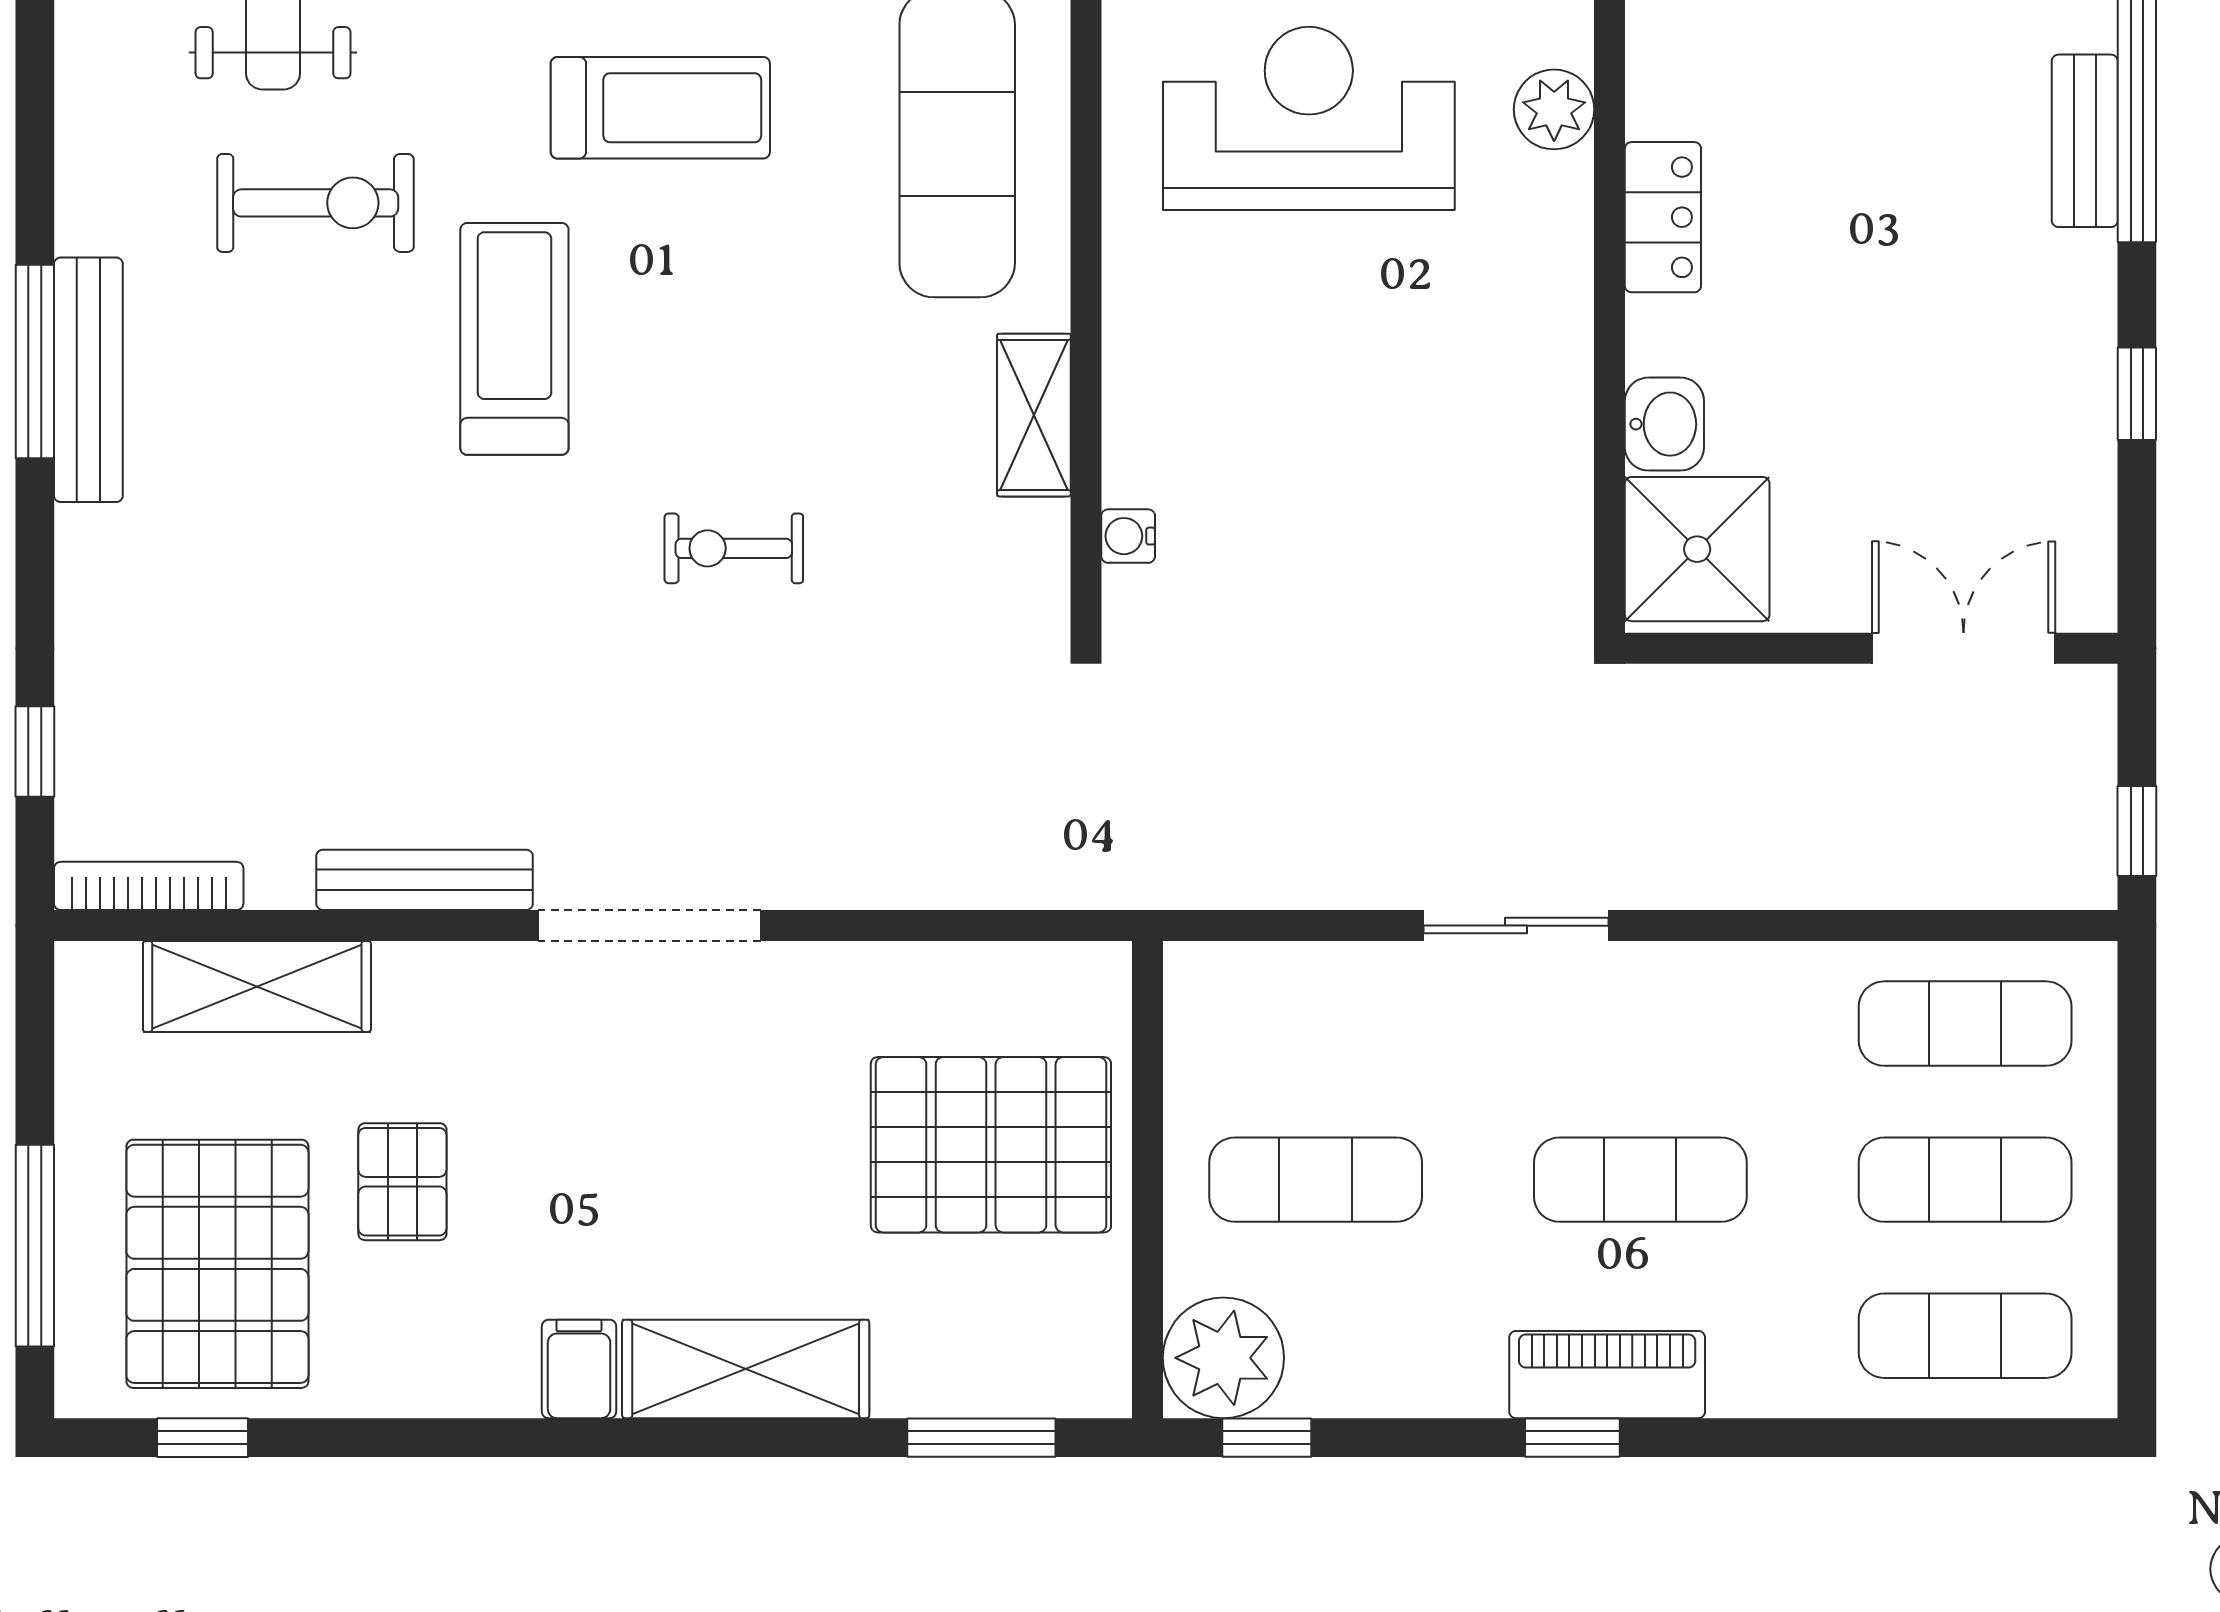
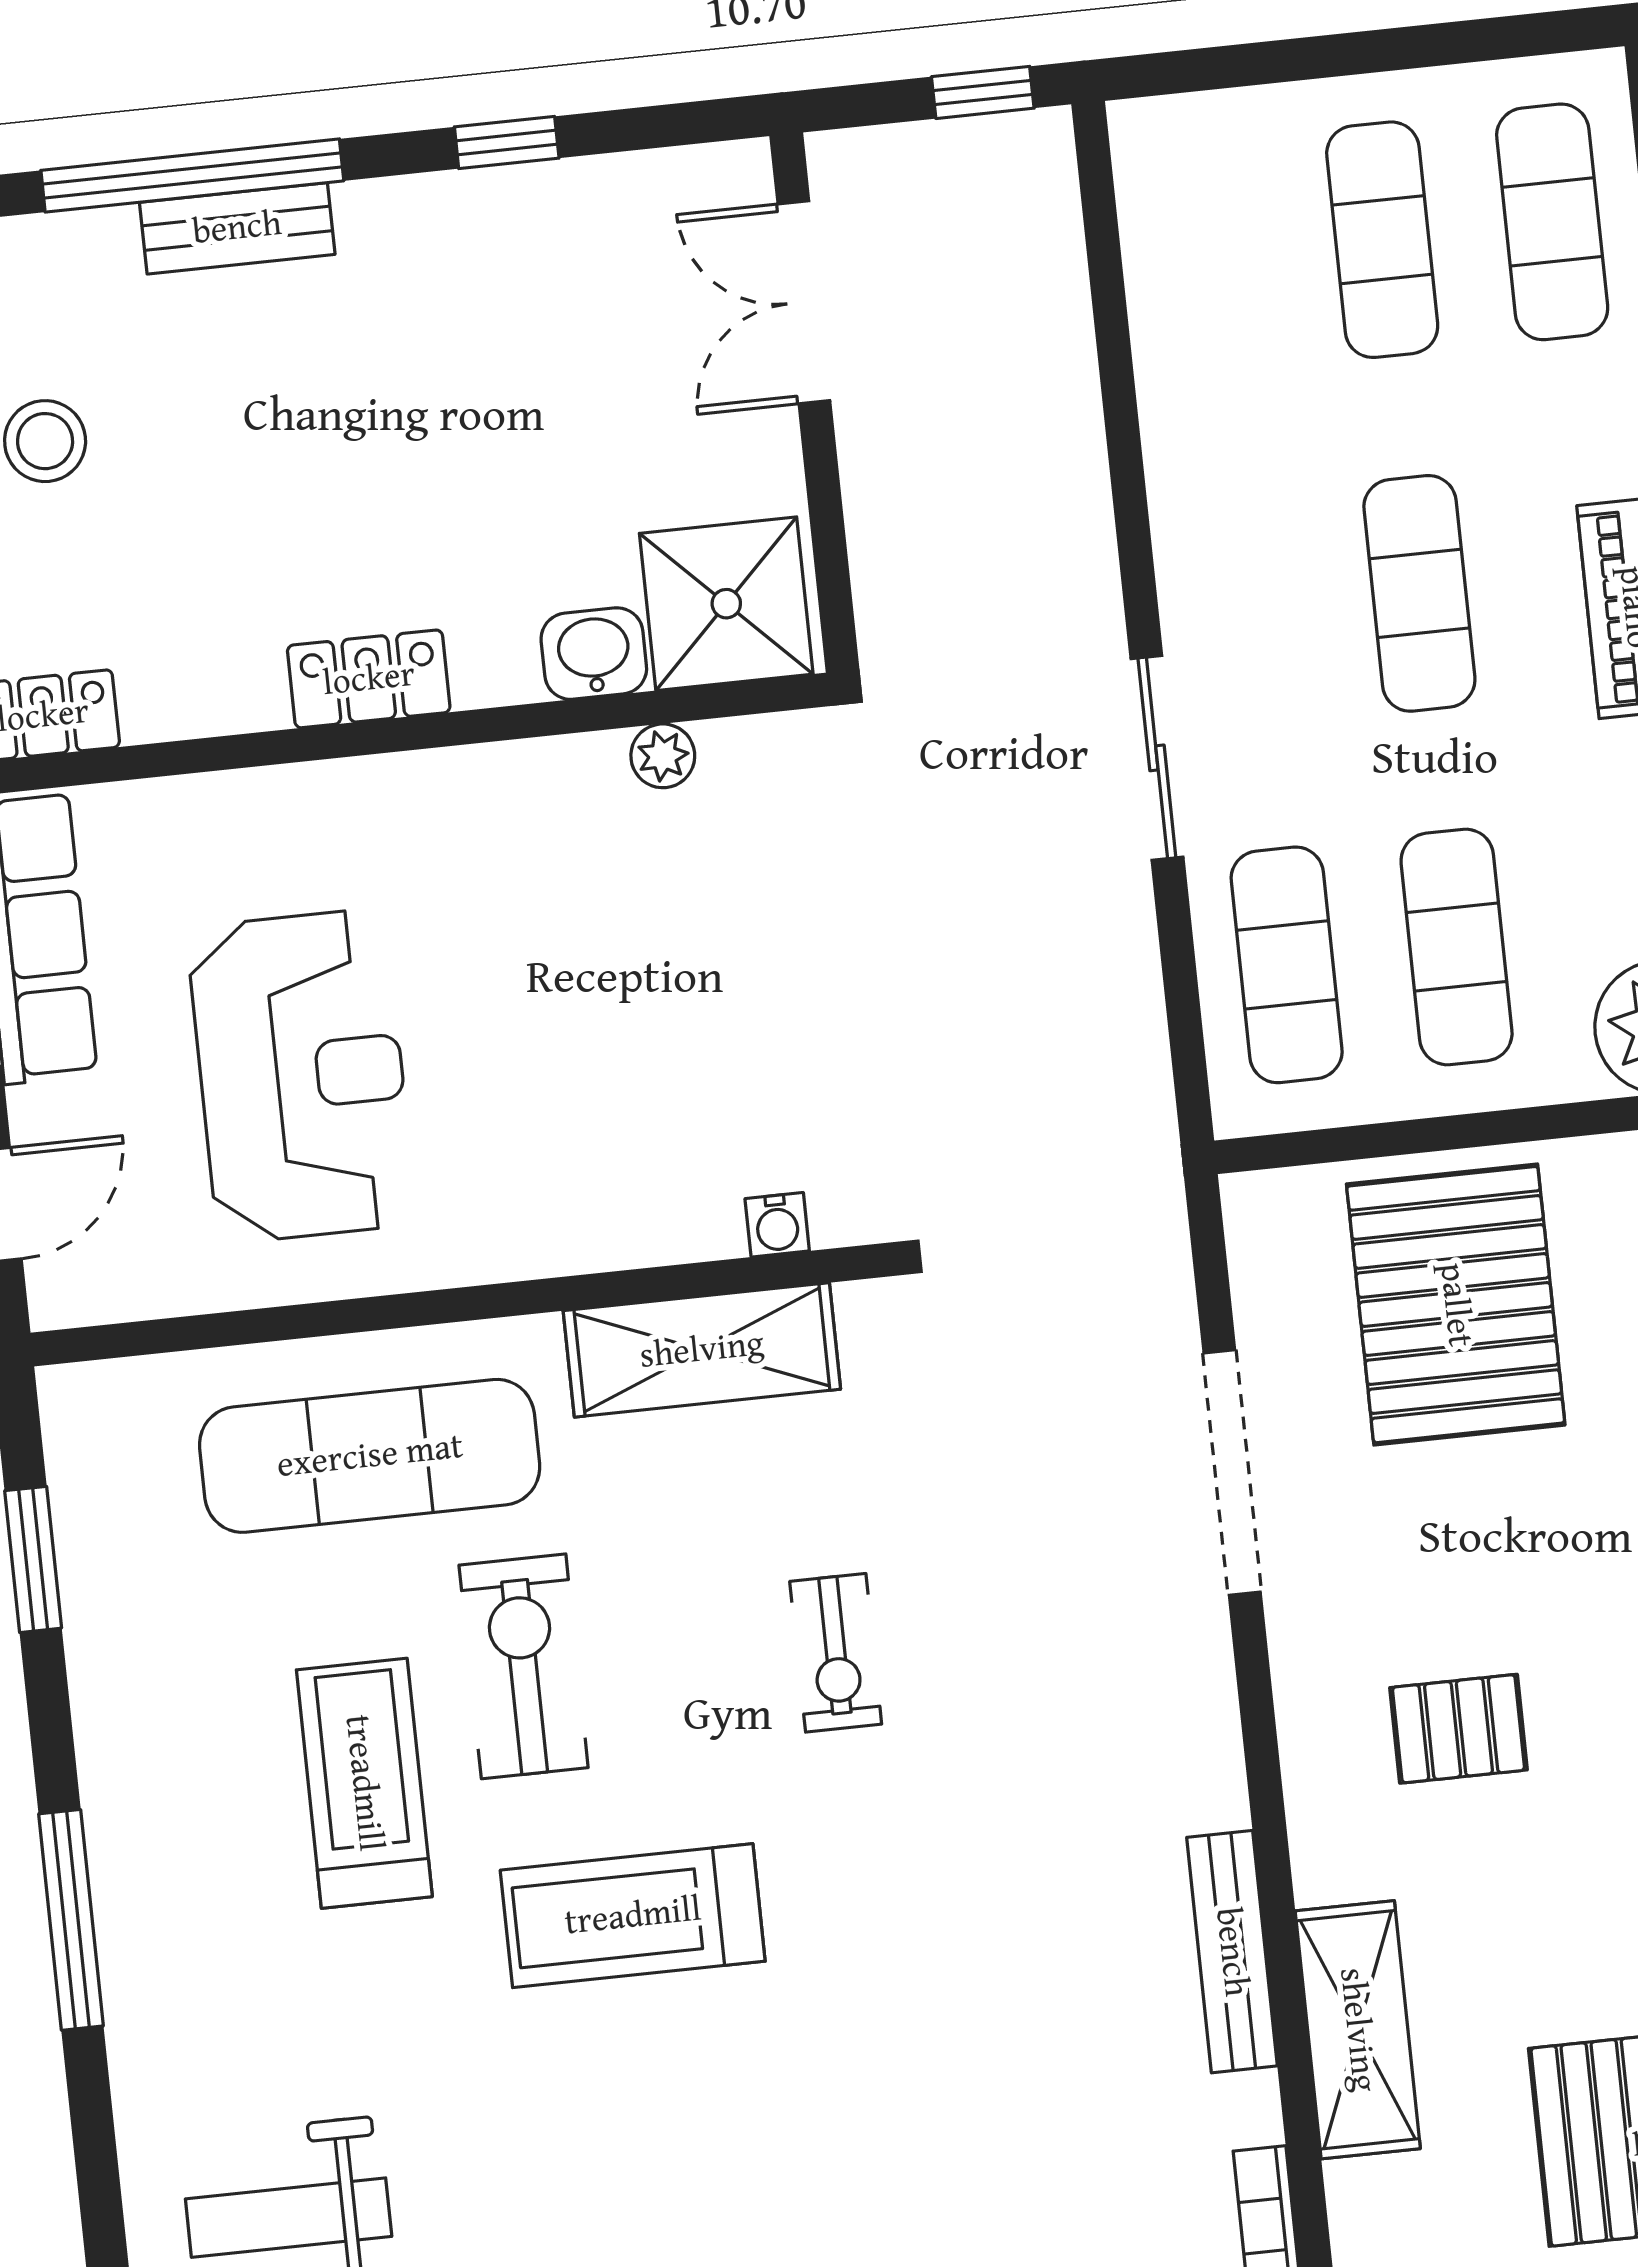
plant: (1554, 109) -> (663, 756), moved, width x0.73, depth x0.73
reception desk: (1309, 118) -> (302, 1076), turned 180
exercise bike: (316, 203) -> (524, 1666), moved
shelving: (1034, 415) -> (702, 1350), width x1.50, depth x1.33
doorway: (649, 926) -> (1232, 1472), moved
shelving: (257, 986) -> (1358, 2030), moved
exercise mat: (1965, 1024) -> (1287, 965), moved
pallet: (402, 1182) -> (1458, 1729), moved

